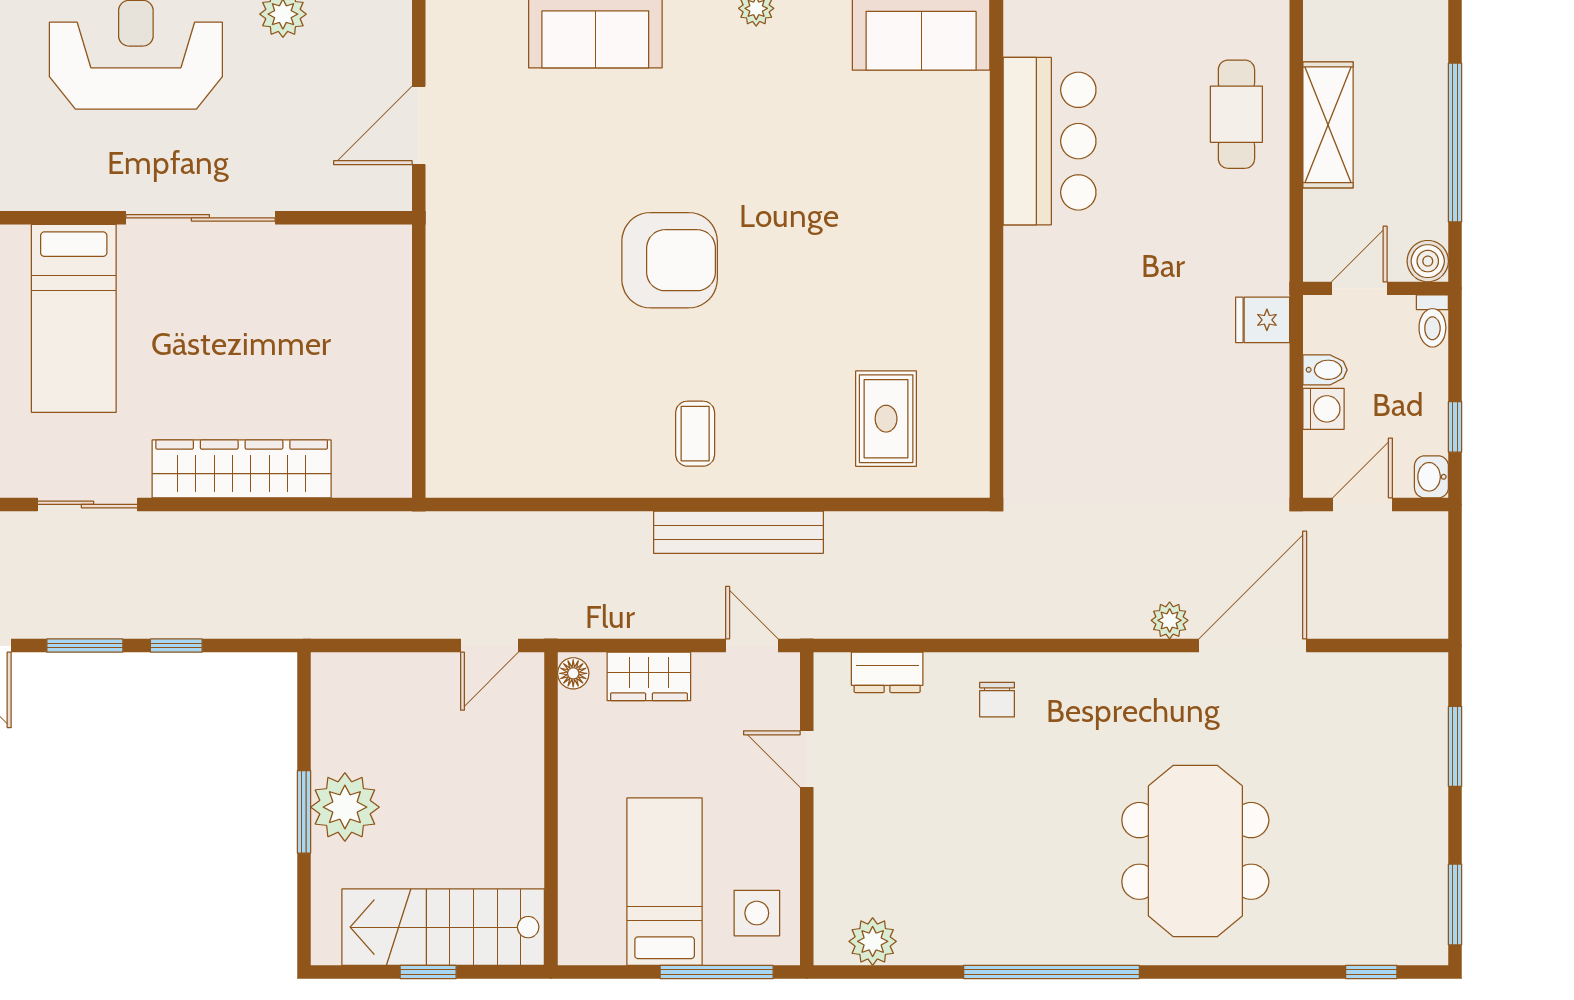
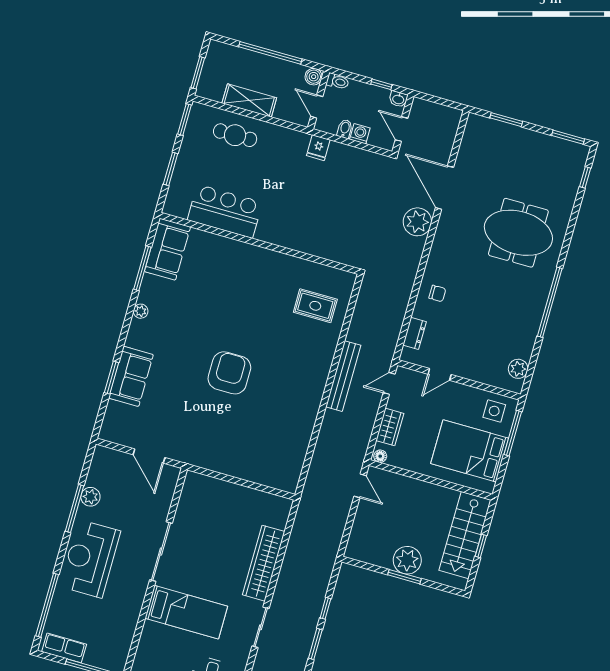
coffee table: (695, 434) -> (300, 382), removed
plant: (1170, 620) -> (417, 222), width x1.88, depth x1.88
bed: (665, 882) -> (470, 451), width x1.50

